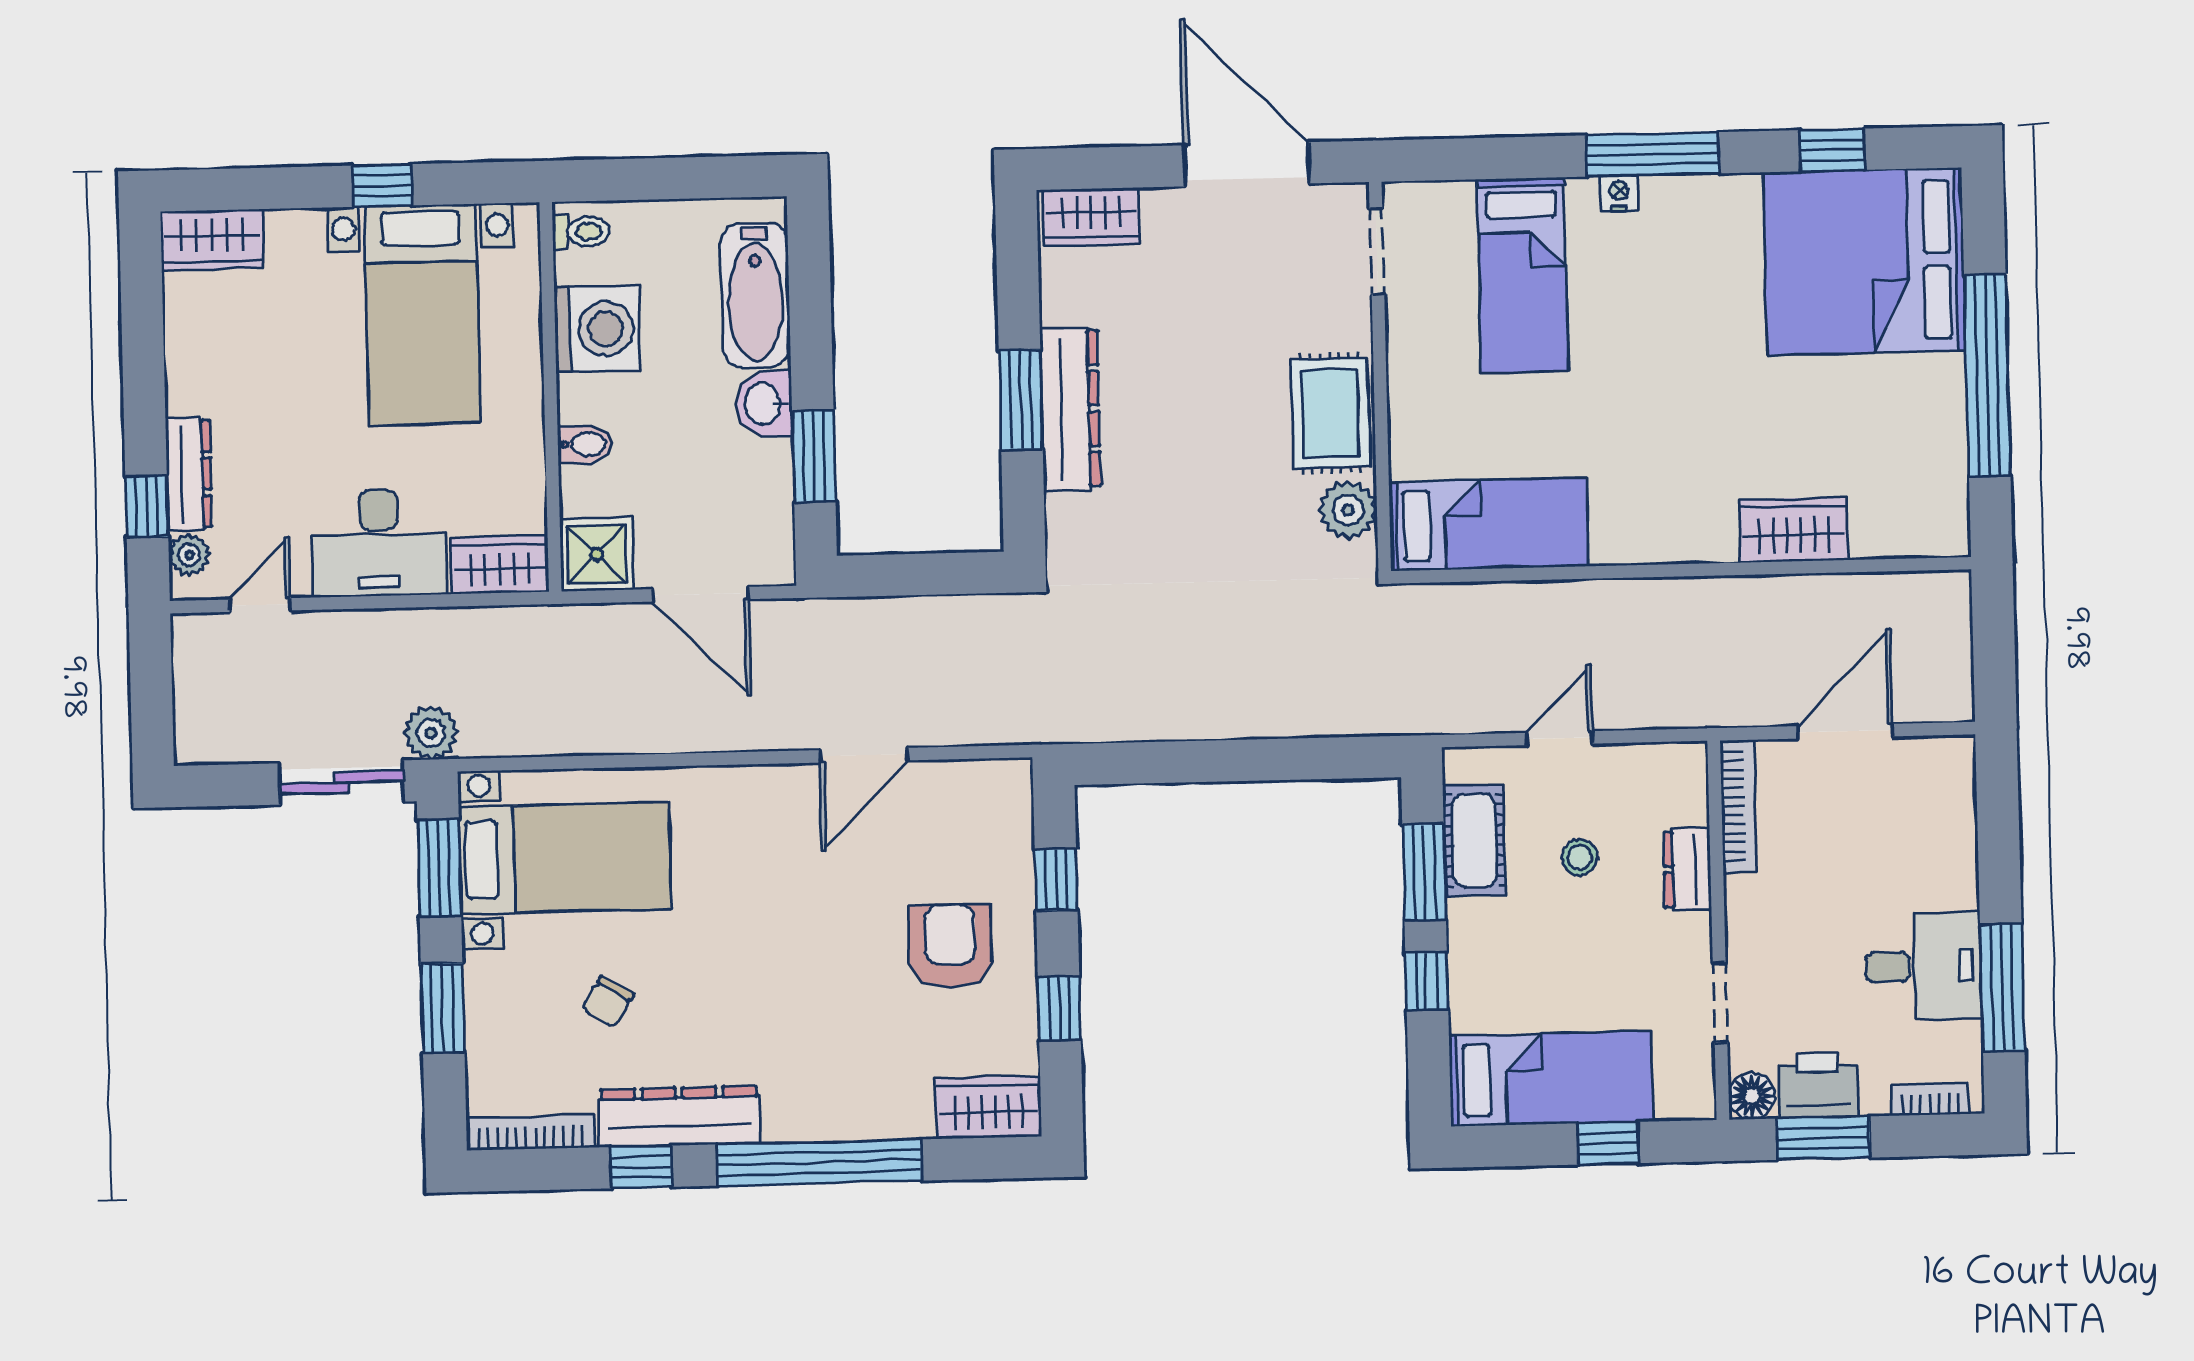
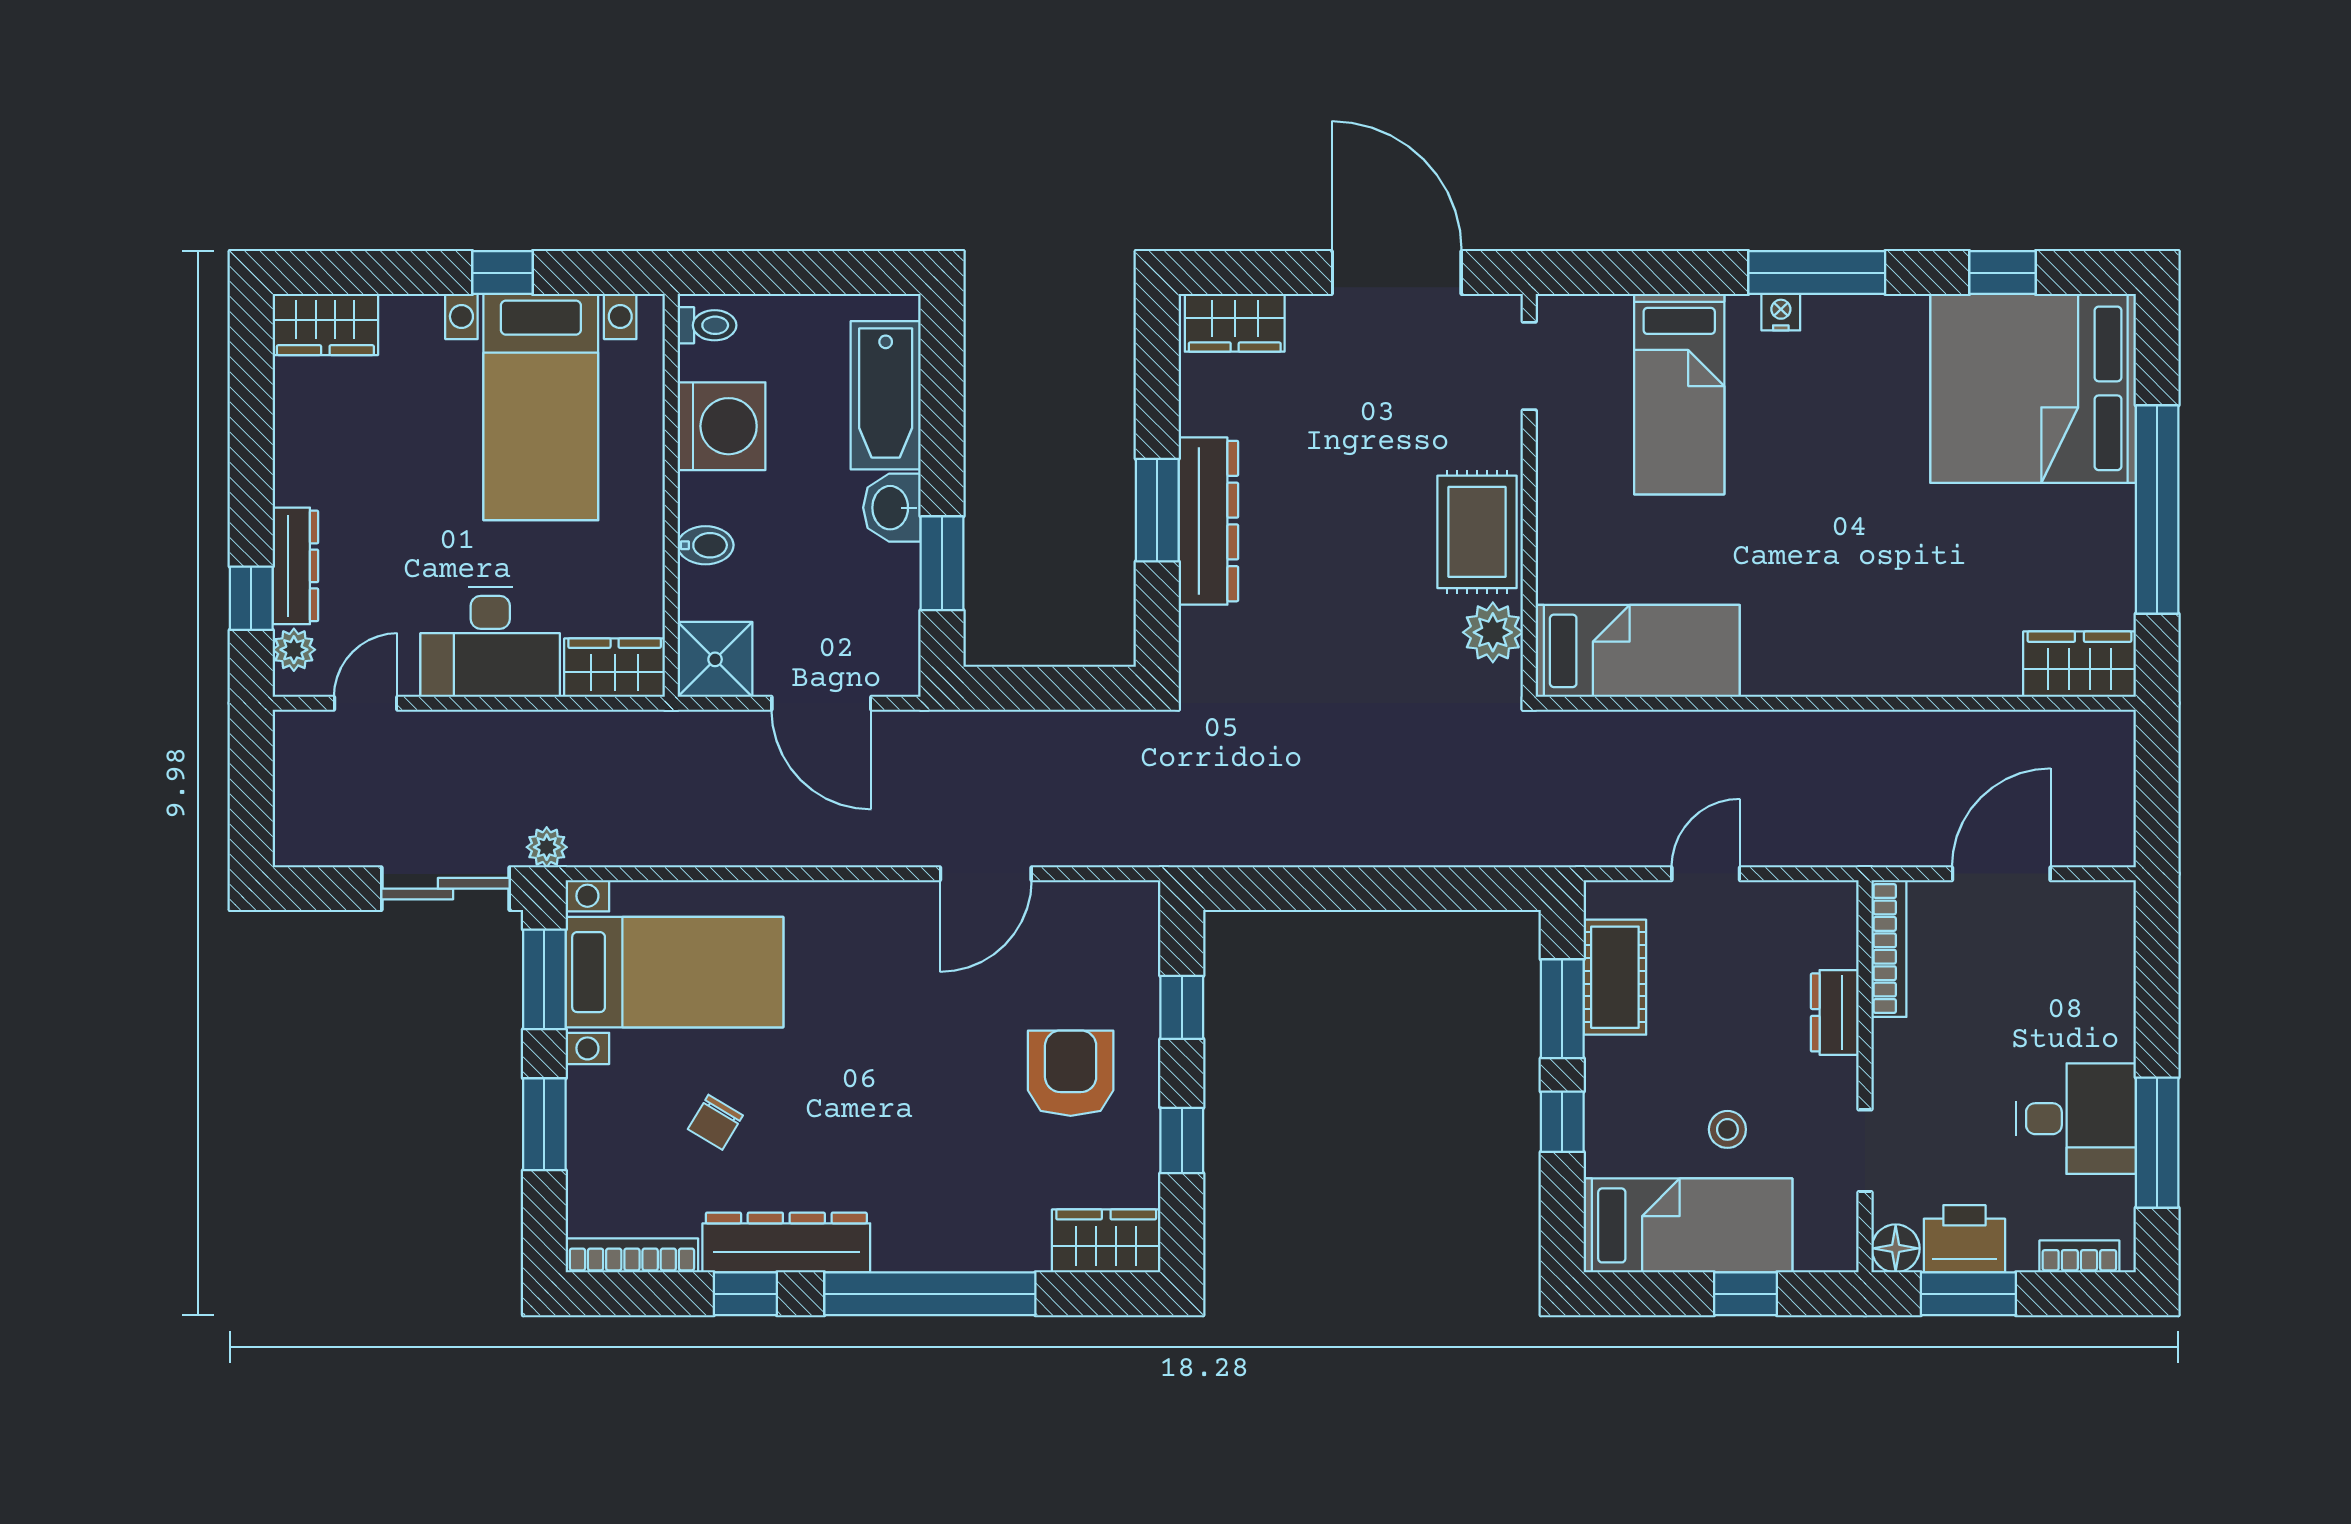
wardrobe: (1794, 530) -> (2079, 664), moved
plant: (431, 733) -> (547, 847), width x0.73, depth x0.73
stool: (1580, 857) -> (1727, 1129), moved

